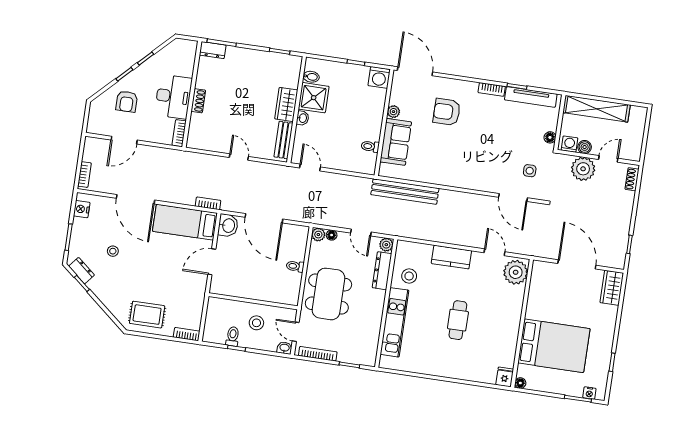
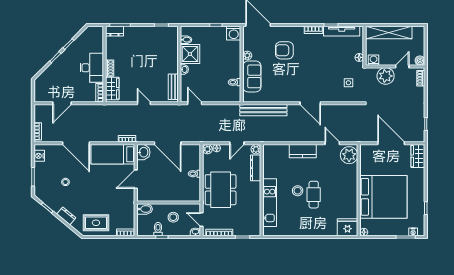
armchair: (127, 102) -> (60, 76), removed
wardrobe: (286, 104) -> (112, 89), moved, turned 180
boiler: (585, 147) -> (420, 61), moved
door: (513, 197) -> (310, 103), moved
door: (361, 232) -> (237, 143), hinge flipped
dresser: (82, 271) -> (66, 216), moved
stool: (409, 276) -> (298, 191), moved
bidet: (218, 305) -> (145, 209), added
bed: (554, 346) -> (383, 197), width x1.36
fridge: (505, 377) -> (347, 227), width x1.88, depth x1.34

